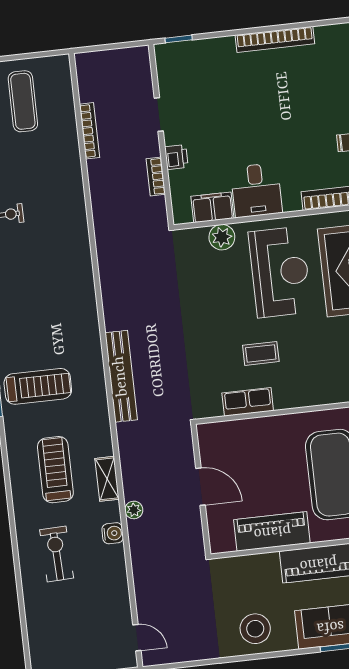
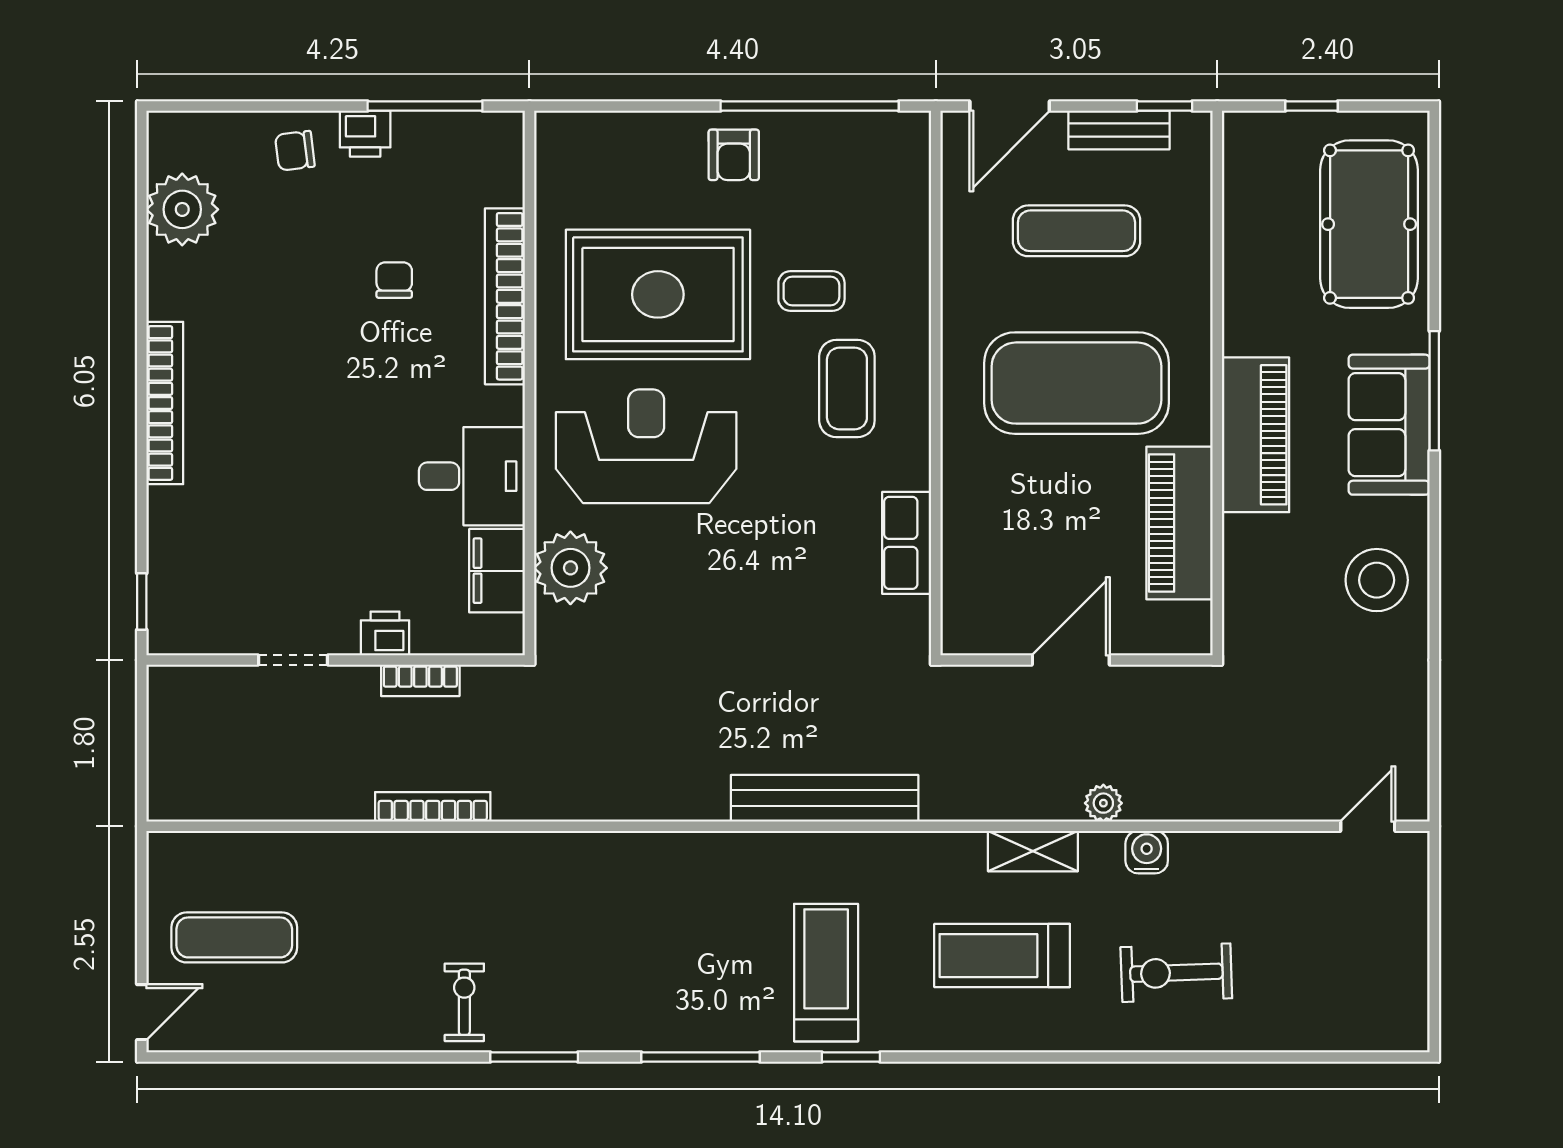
bookcase: (89, 131) -> (433, 807), moved
plant: (222, 237) -> (570, 568), width x1.36, depth x1.36
coffee table: (261, 353) -> (847, 388), moved, width x1.36, depth x1.30

